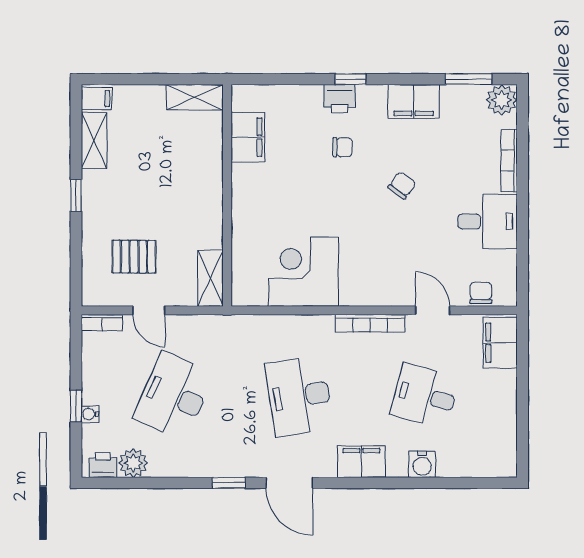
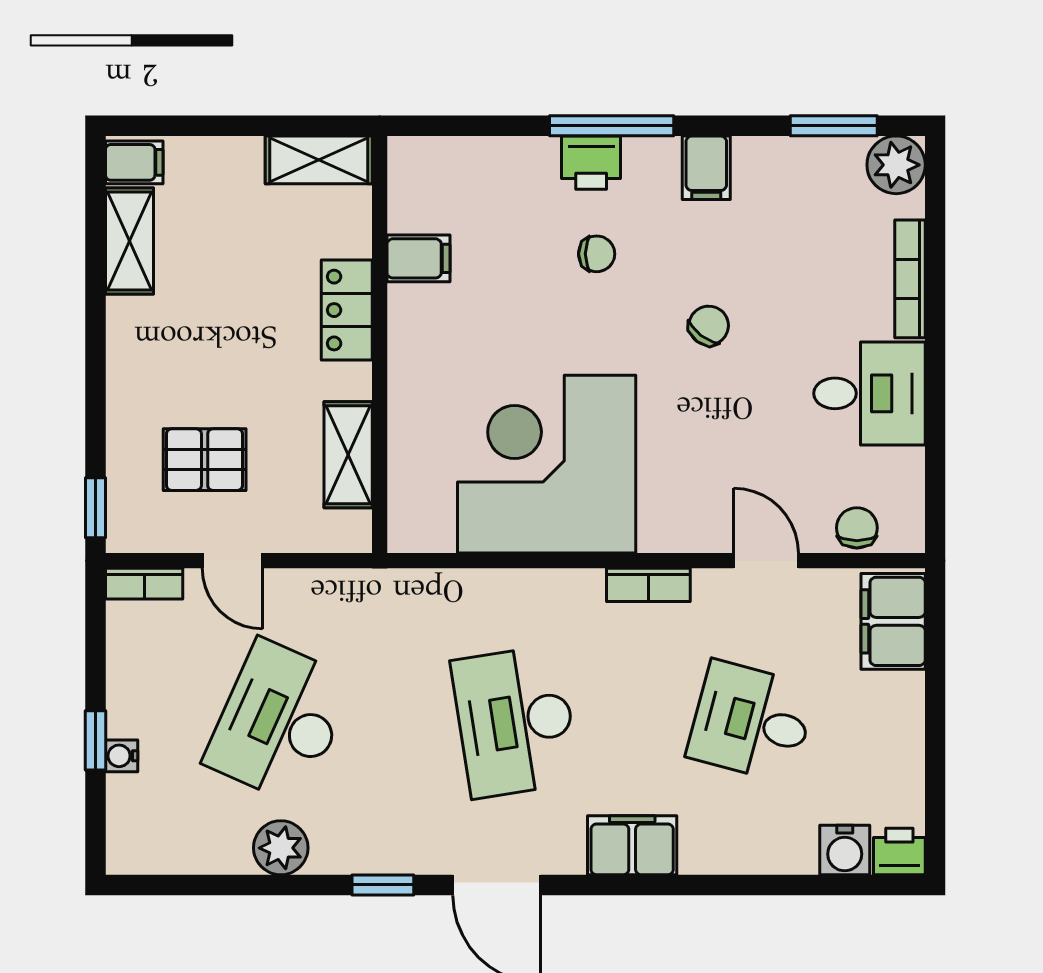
window: (351, 79) -> (612, 126), width x2.17
filing cabinet: (414, 101) -> (706, 168), width x0.50
filing cabinet: (248, 137) -> (419, 258), width x0.50
locker: (210, 177) -> (347, 310), added
window: (76, 195) -> (95, 508), moved
corner desk: (303, 272) -> (547, 464), width x1.36, depth x1.36
shelving: (210, 278) -> (348, 455), moved
bookcase: (370, 323) -> (648, 585), width x0.64
plant: (133, 463) -> (281, 848), moved
water cooler: (422, 464) -> (845, 850), moved
printer: (103, 465) -> (899, 852), moved

